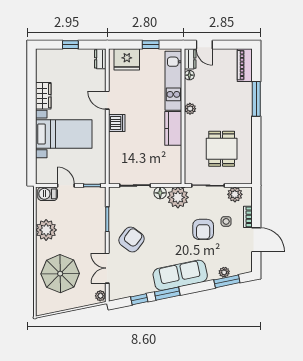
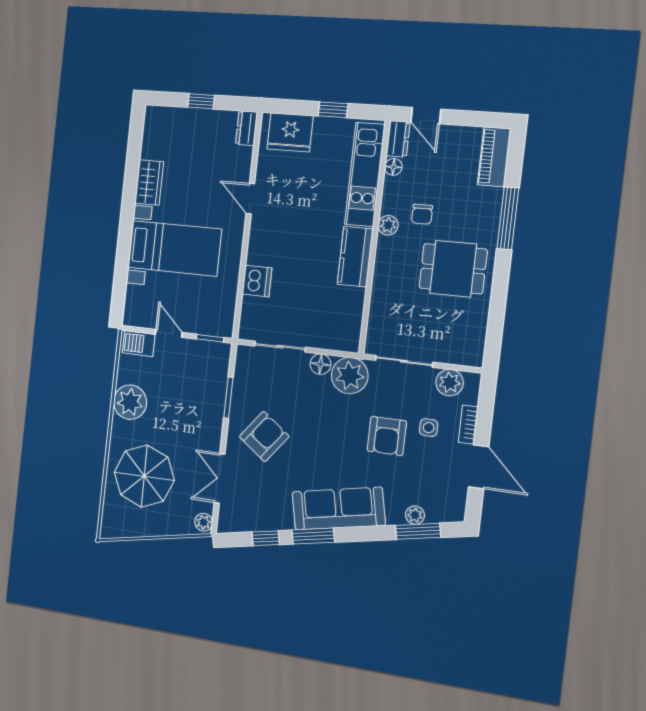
chair: (209, 101) -> (422, 214), added
dishwasher: (117, 123) -> (257, 281), moved
dining table: (222, 149) -> (453, 269), moved, turned 90

